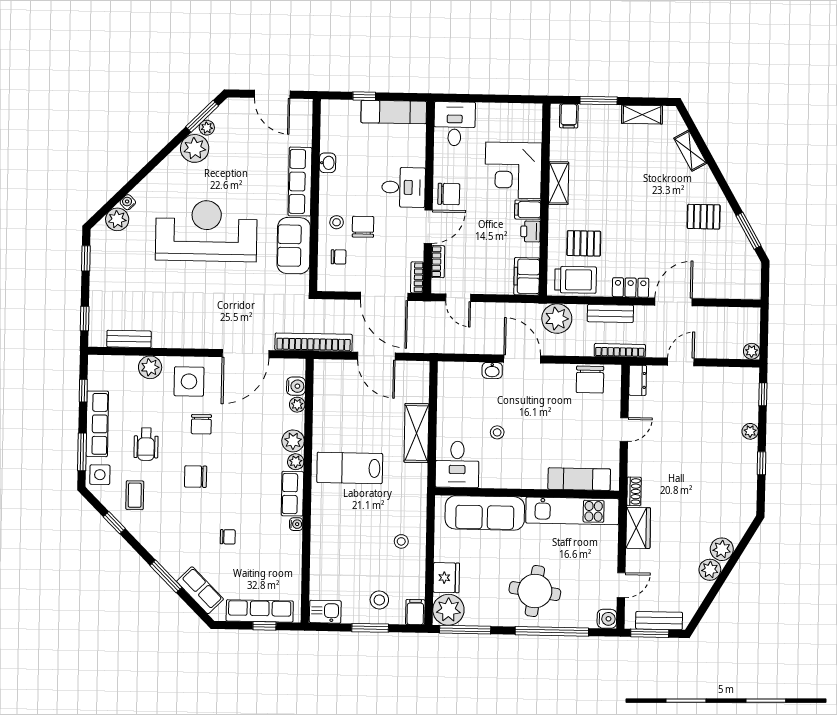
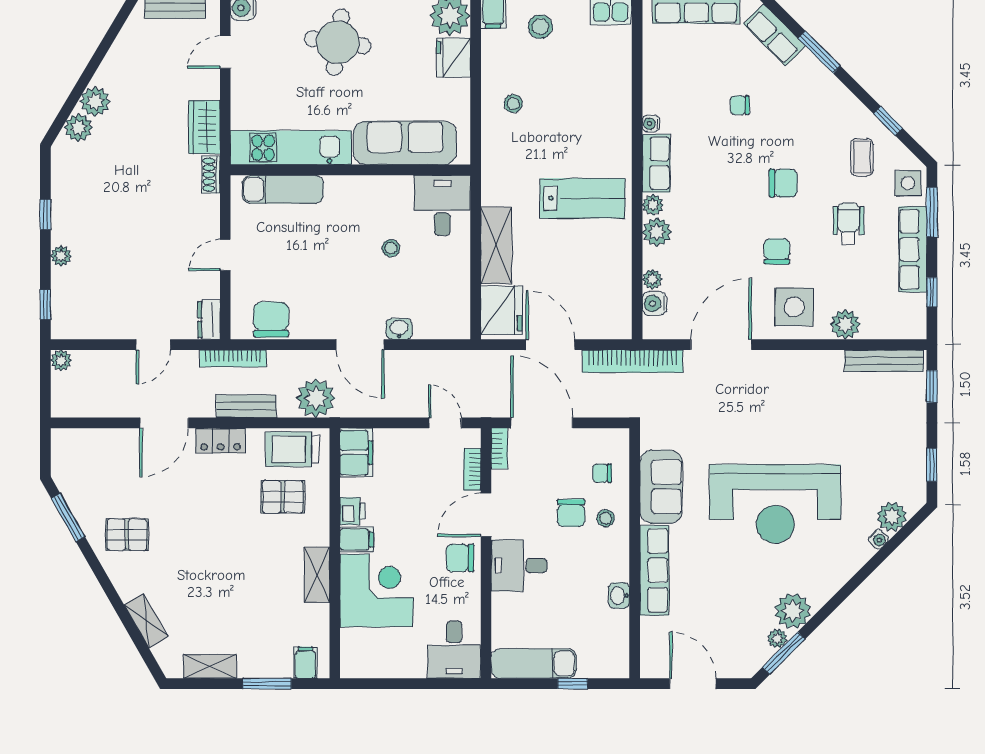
bench: (129, 339) -> (884, 361), width x1.36
fridge: (413, 383) -> (501, 310), added
plant: (710, 570) -> (78, 128), moved

